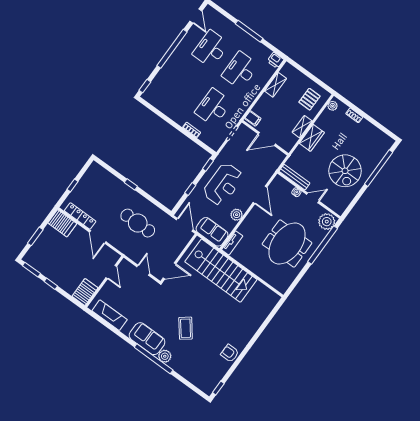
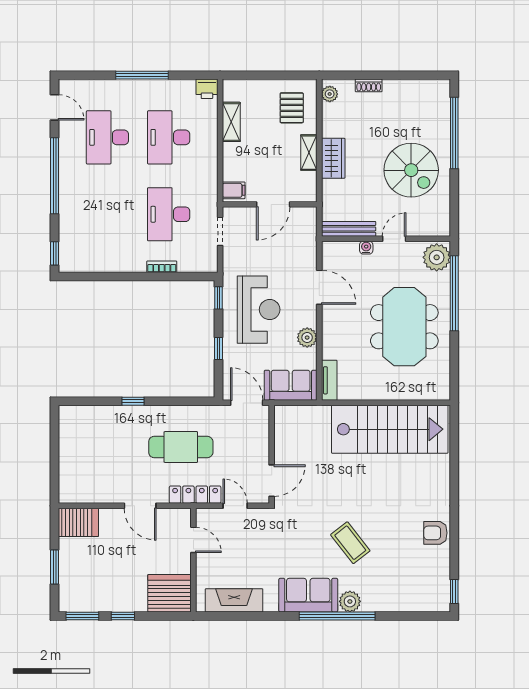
window: (72, 185) -> (55, 461), removed
locker: (80, 216) -> (195, 495), moved
stairs: (221, 271) -> (390, 429), moved
server rack: (85, 292) -> (169, 593), width x1.60

